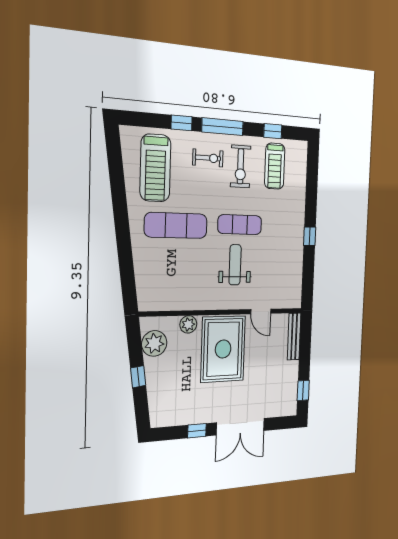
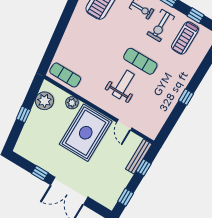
exercise mat: (176, 225) -> (65, 75), moved, width x0.73, depth x0.69
window: (305, 345) -> (144, 167), added

